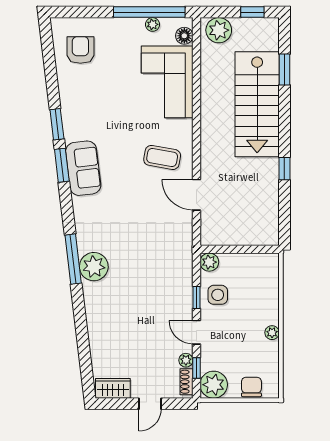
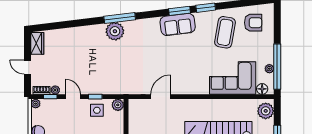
coffee table: (162, 157) -> (225, 32), moved, width x1.36, depth x1.32
door: (196, 332) -> (73, 97), hinge flipped
plant: (214, 385) -> (36, 104), width x0.53, depth x0.53

